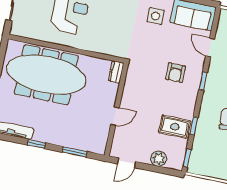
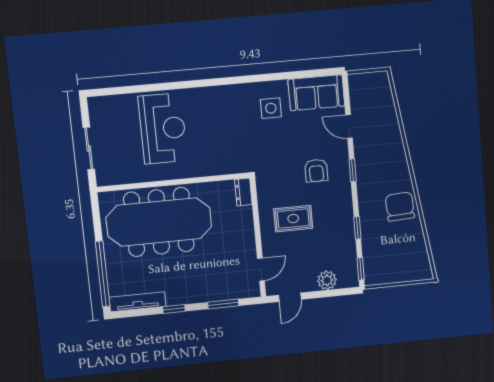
door: (115, 116) -> (261, 269), moved
rug: (175, 127) -> (293, 219), moved

